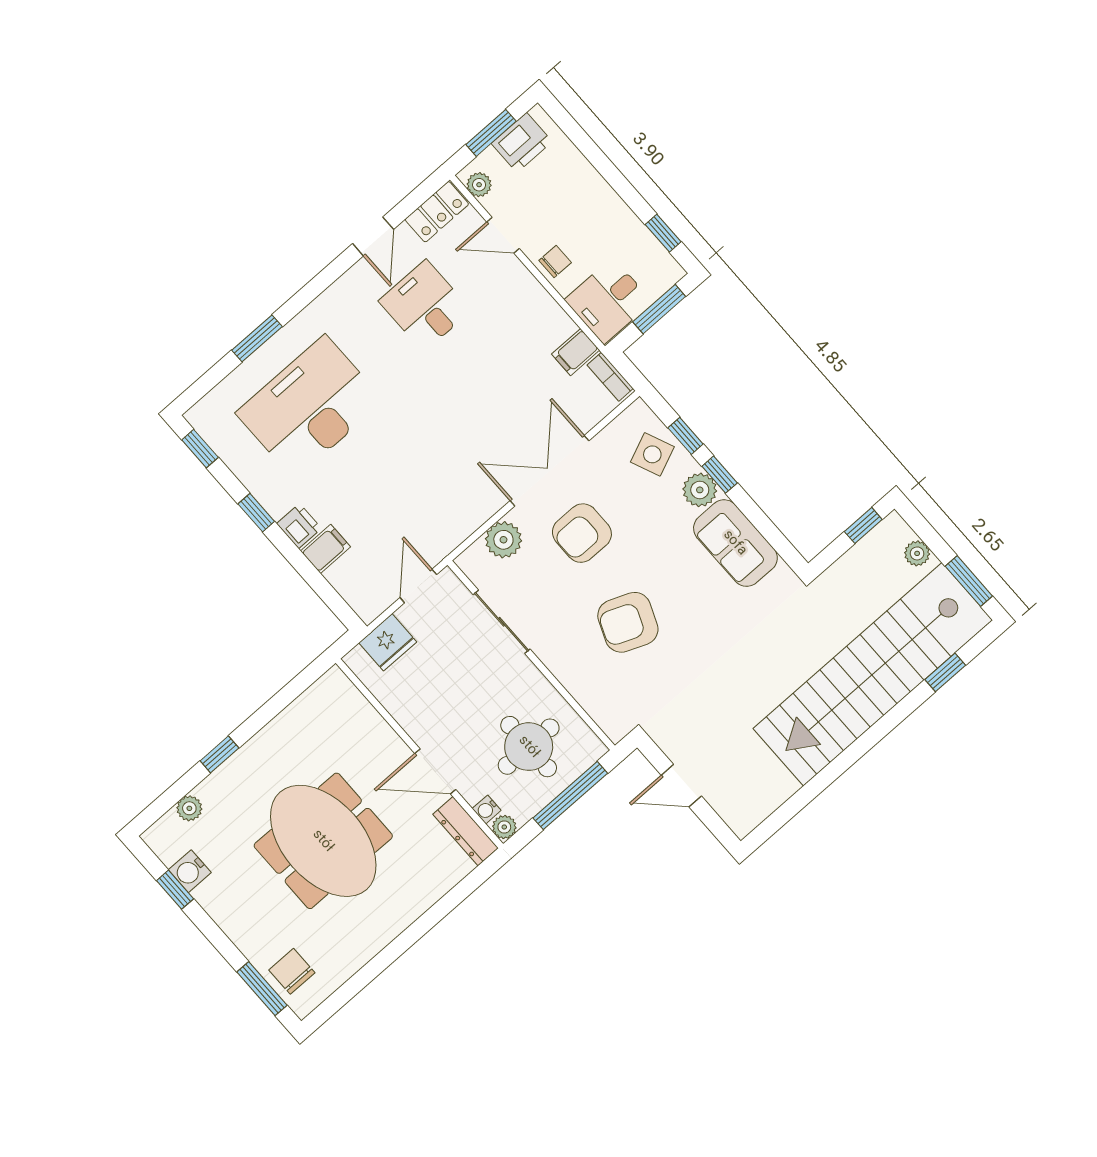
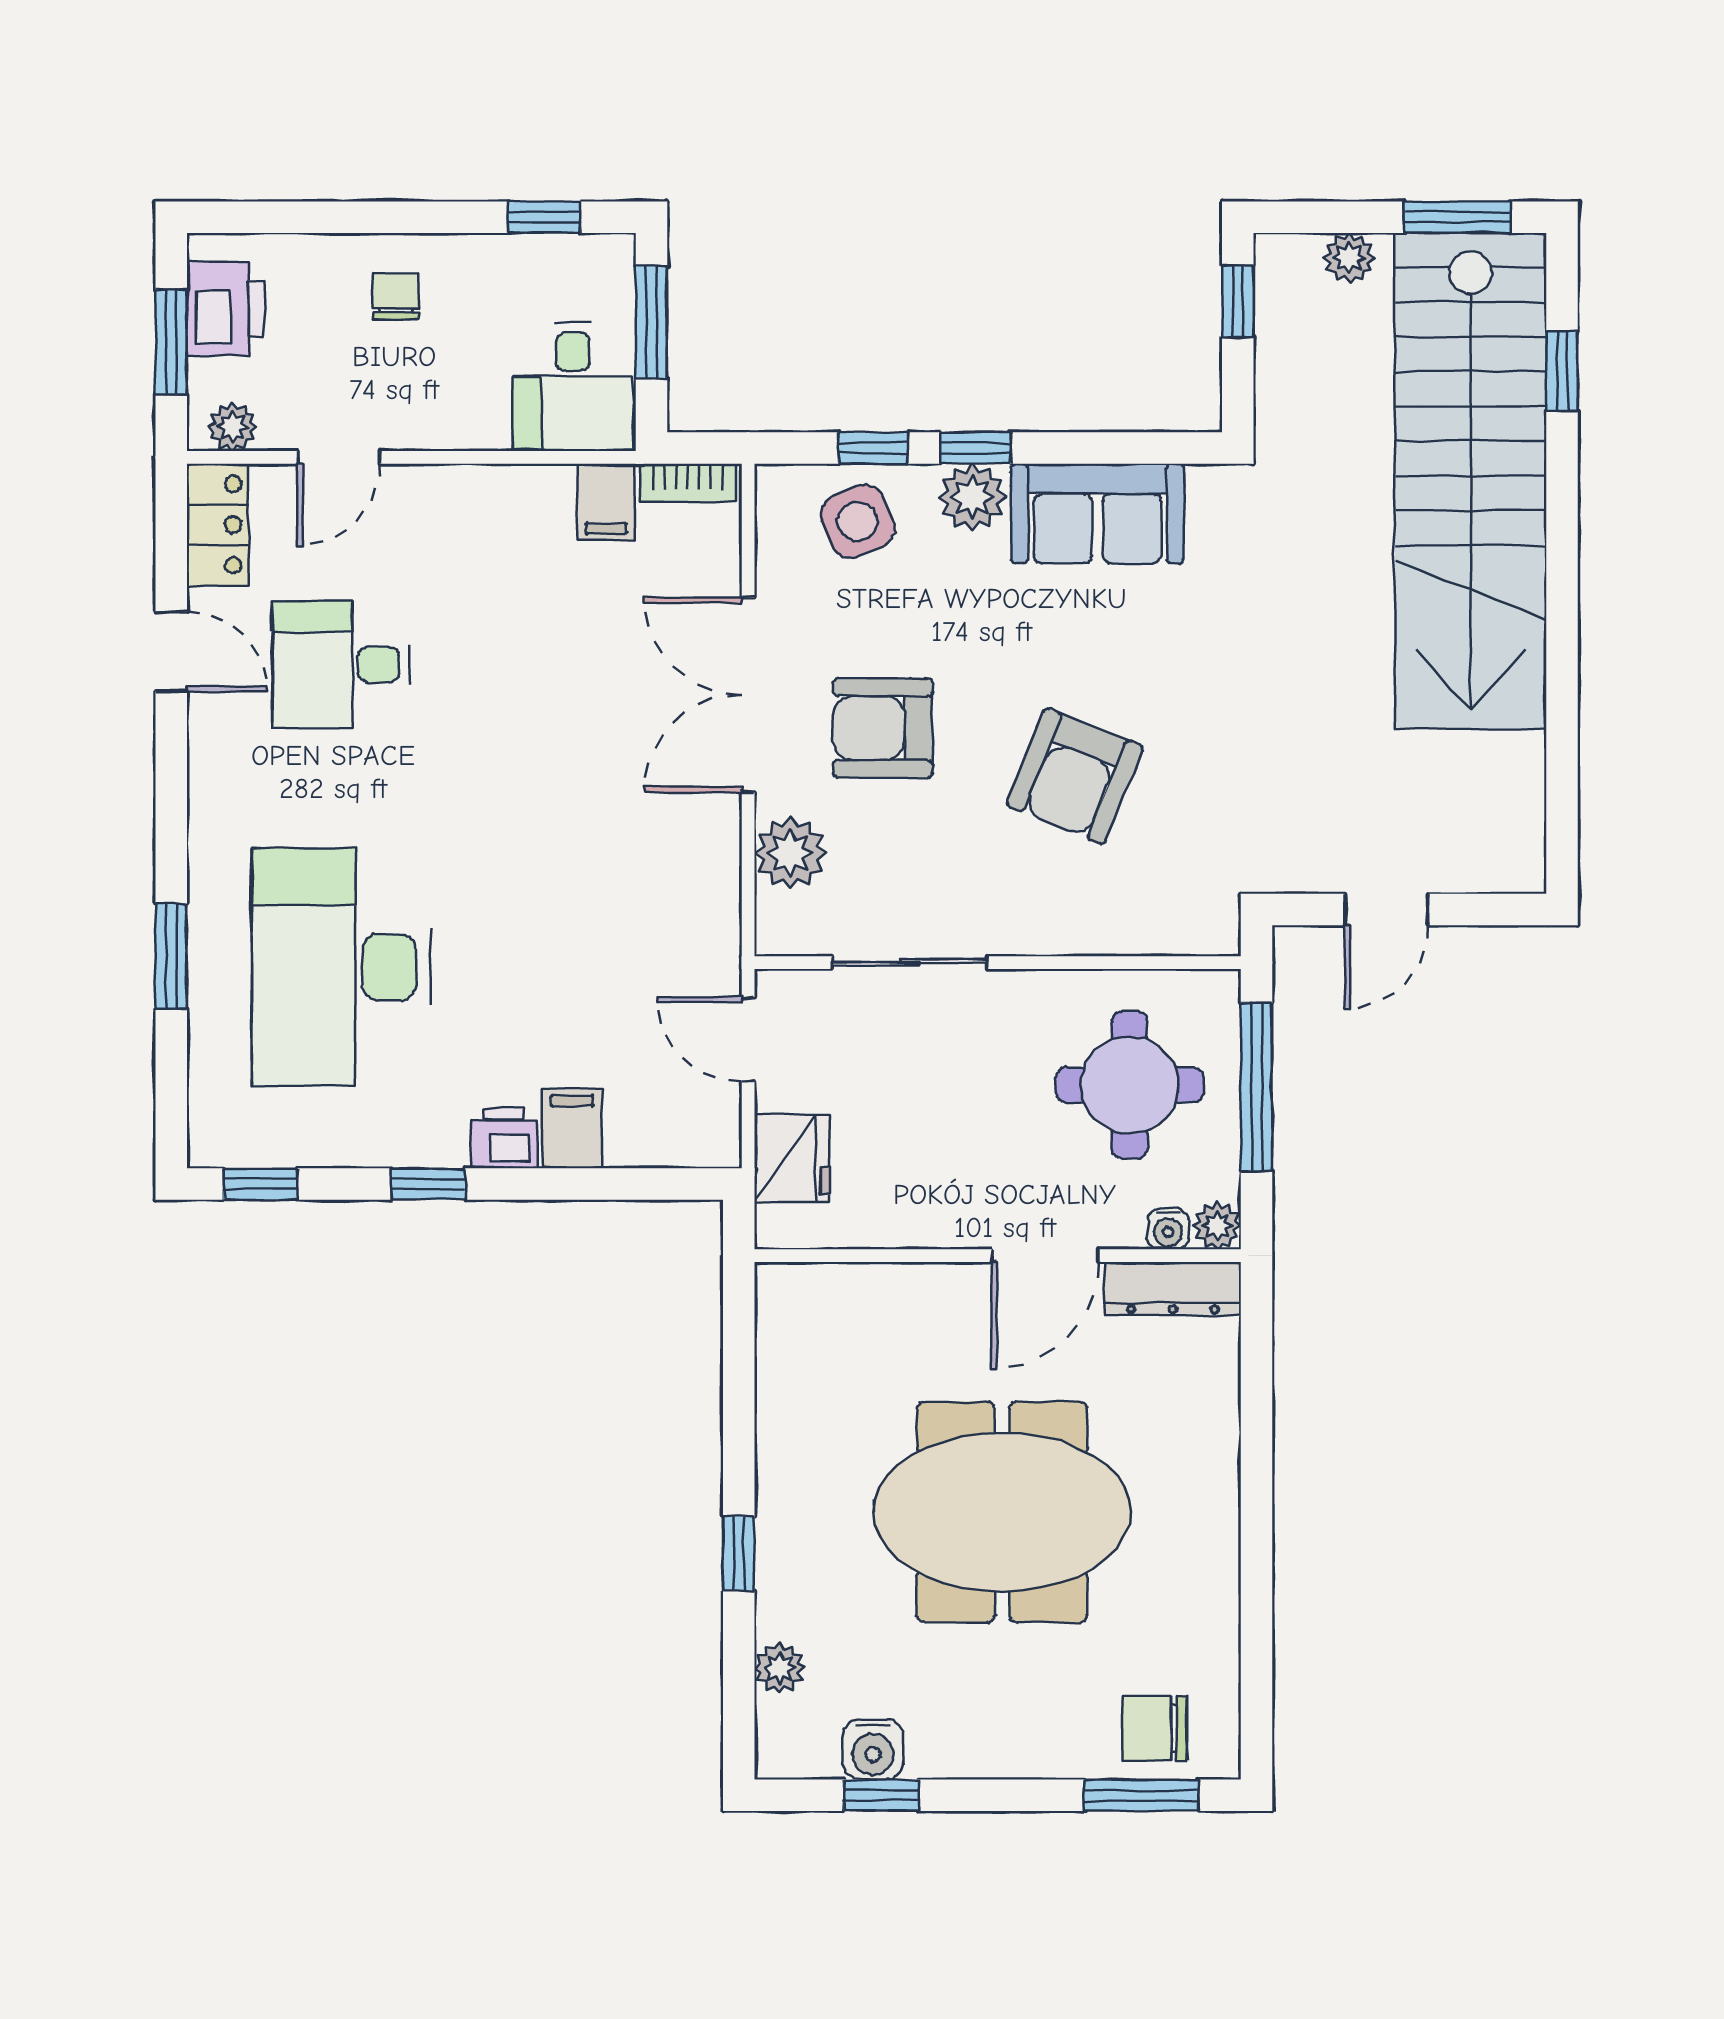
chair: (555, 262) -> (396, 297), moved
armchair: (582, 533) -> (883, 728), turned 90

